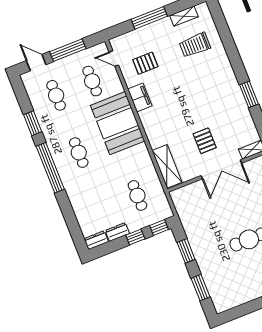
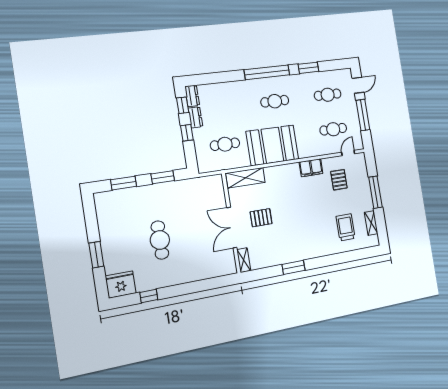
booth: (118, 123) -> (272, 145), moved
window: (159, 228) -> (183, 105), moved

